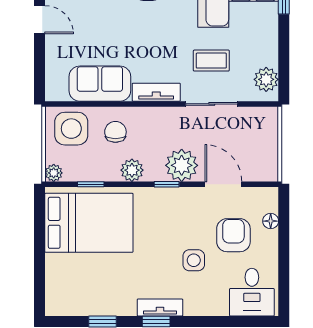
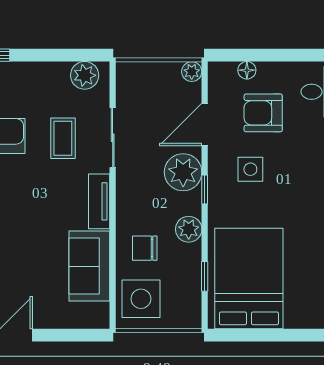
plant: (54, 173) -> (192, 72), moved
side table: (194, 260) -> (250, 169), moved

